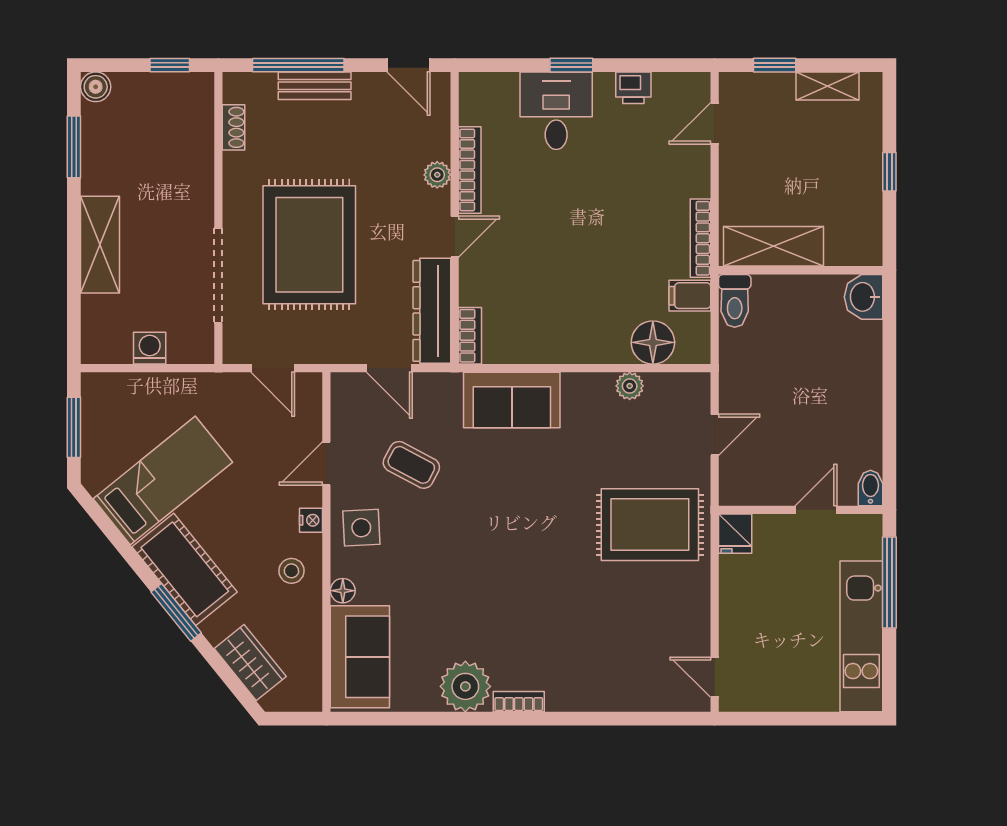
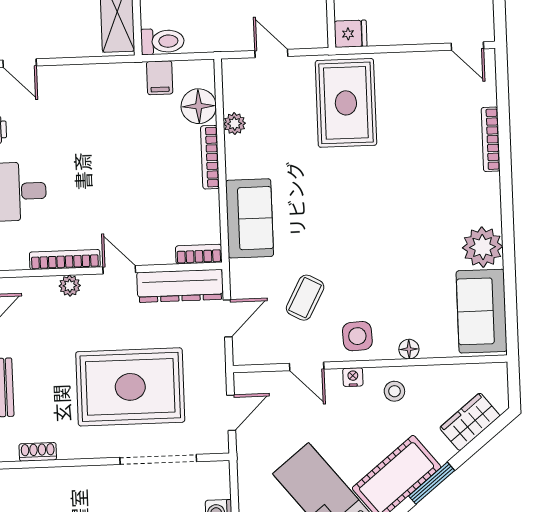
bookcase: (700, 238) -> (210, 157), moved, turned 90
sofa: (360, 657) -> (482, 311), moved, turned -90
door: (715, 677) -> (467, 46), hinge flipped
bookcase: (519, 702) -> (491, 139), moved, width x1.56

